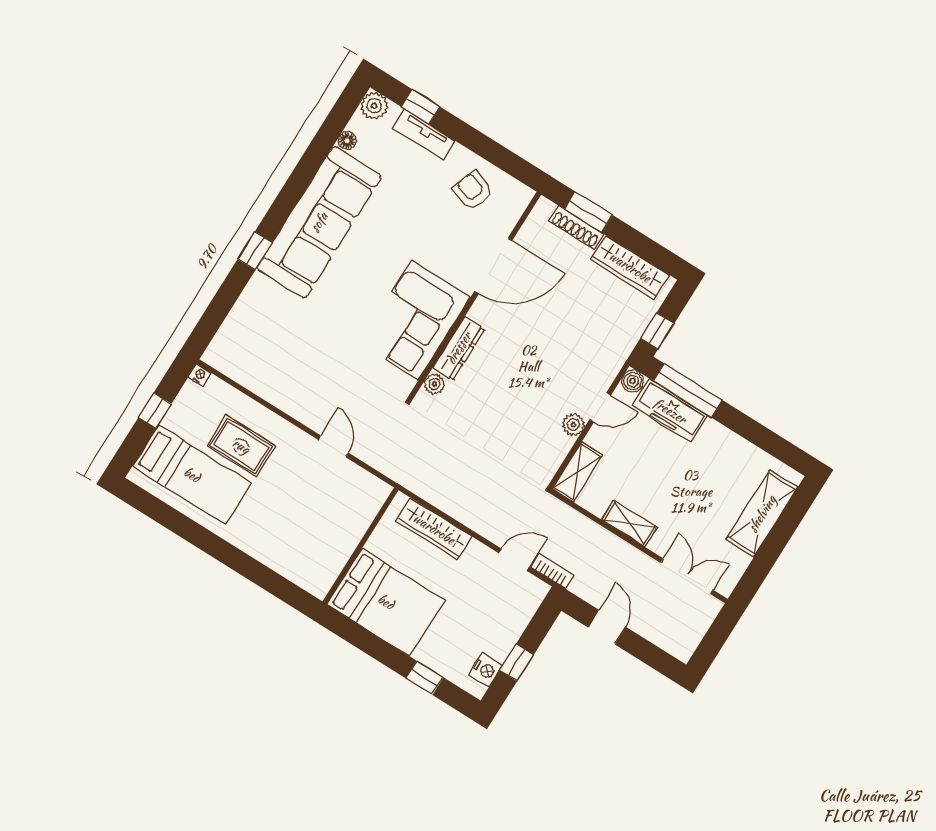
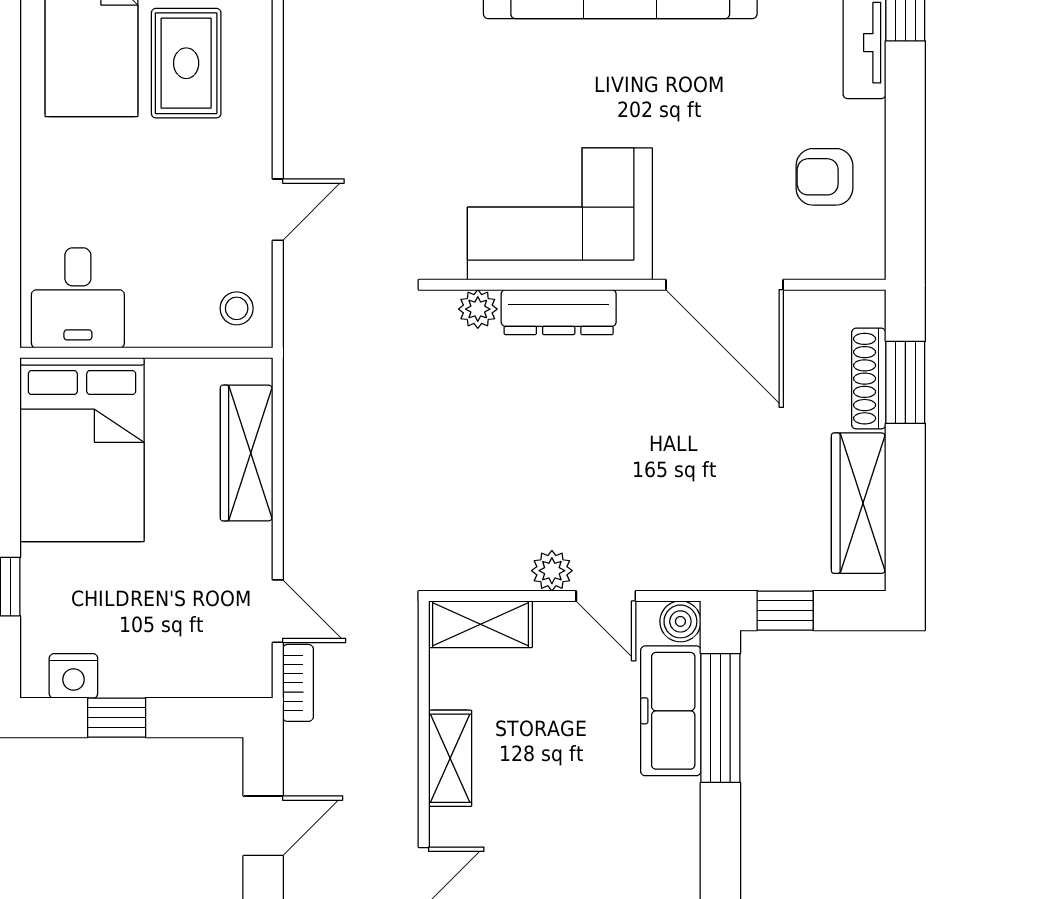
armchair: (473, 190) -> (824, 177), turned -109
stool: (366, 493) -> (237, 308), added
desk: (316, 561) -> (78, 298), added

